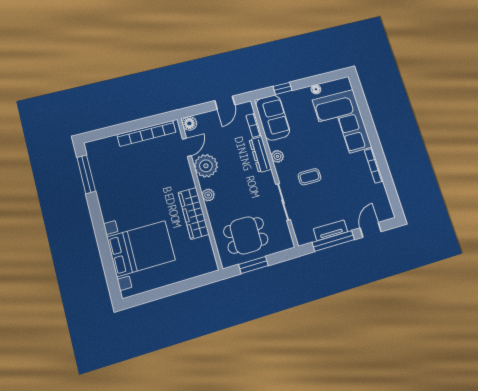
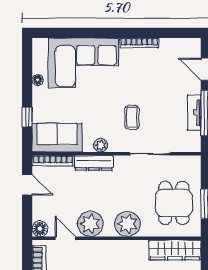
bookcase: (254, 125) -> (53, 161), width x1.56
plant: (208, 195) -> (127, 224), width x1.87, depth x1.87
wardrobe: (194, 213) -> (175, 250), moved

